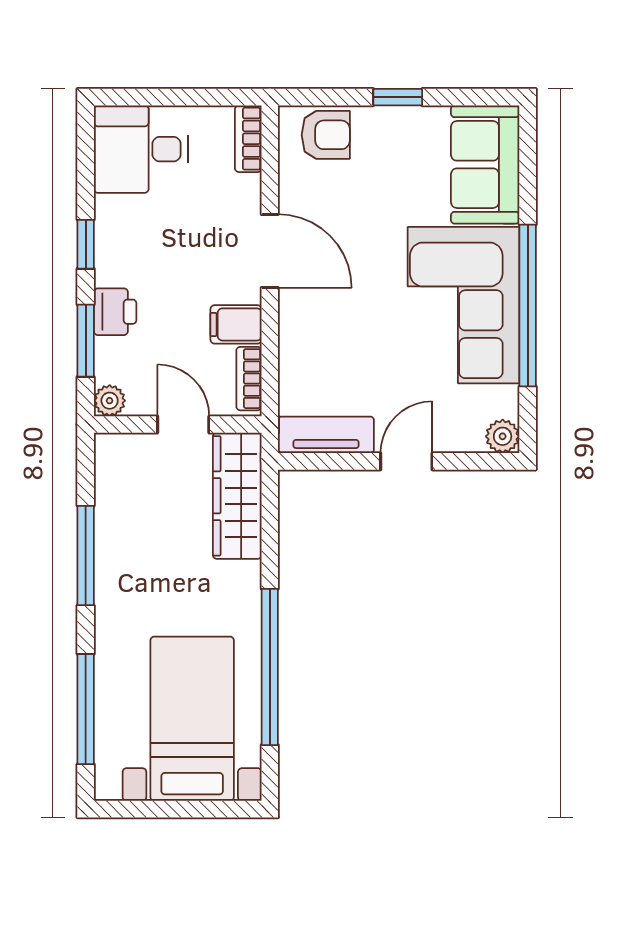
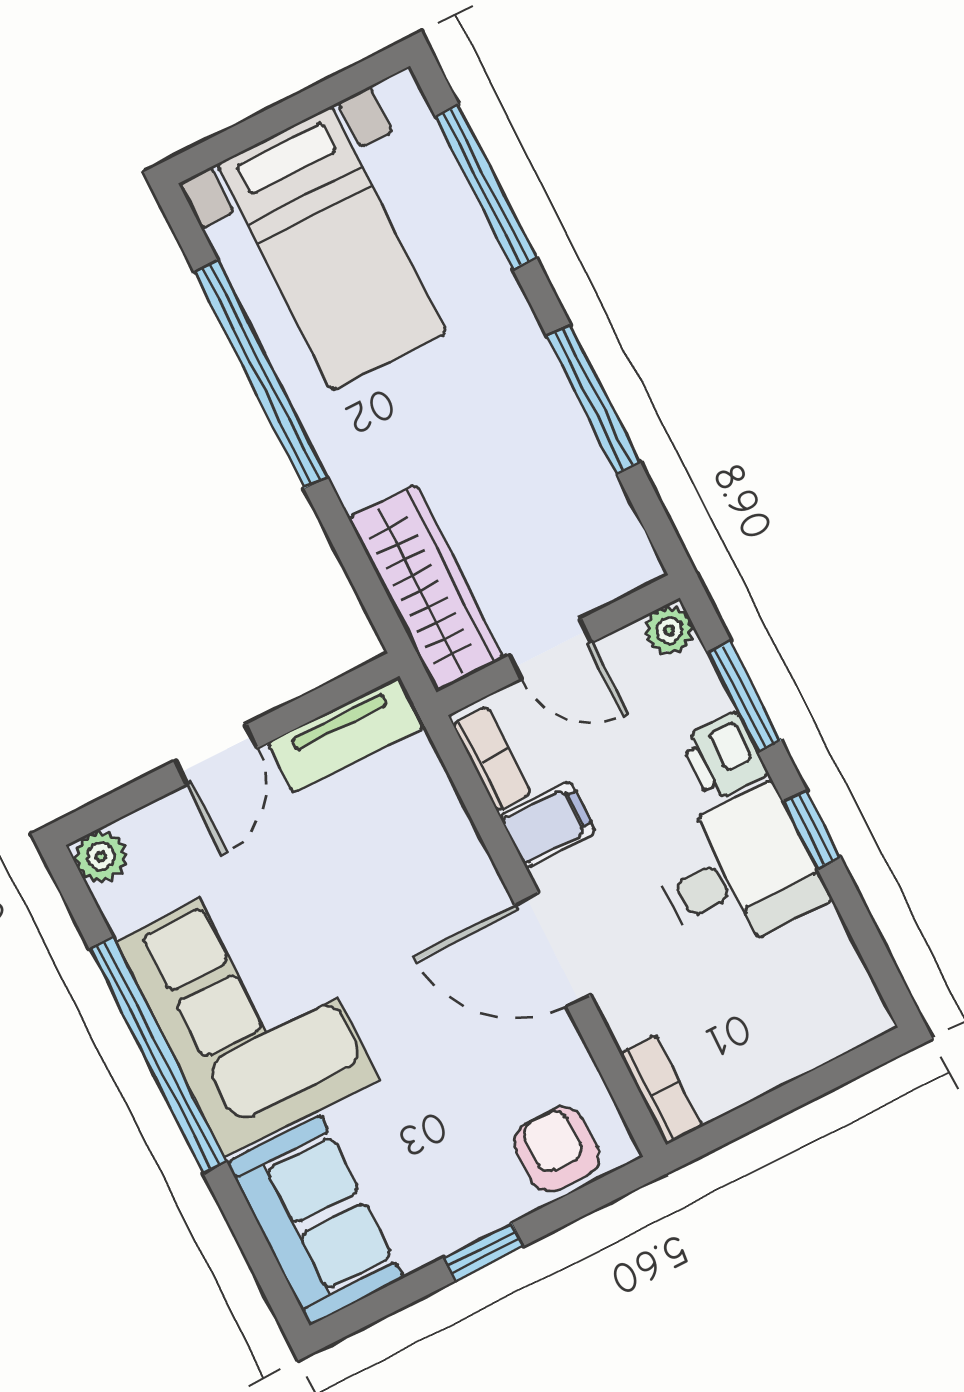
armchair: (326, 135) -> (557, 1149), turned 90
desk: (141, 149) -> (737, 873), moved

